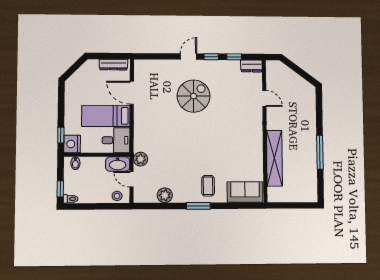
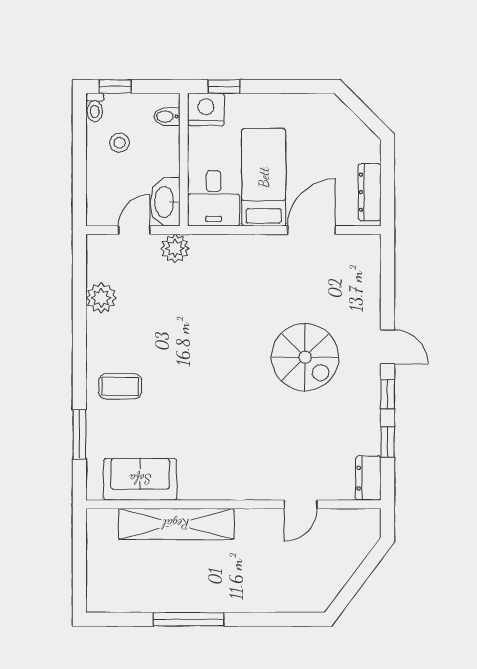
sofa: (245, 192) -> (140, 479), moved, turned -90
stool: (117, 196) -> (119, 143), moved
window: (198, 206) -> (79, 434), moved

